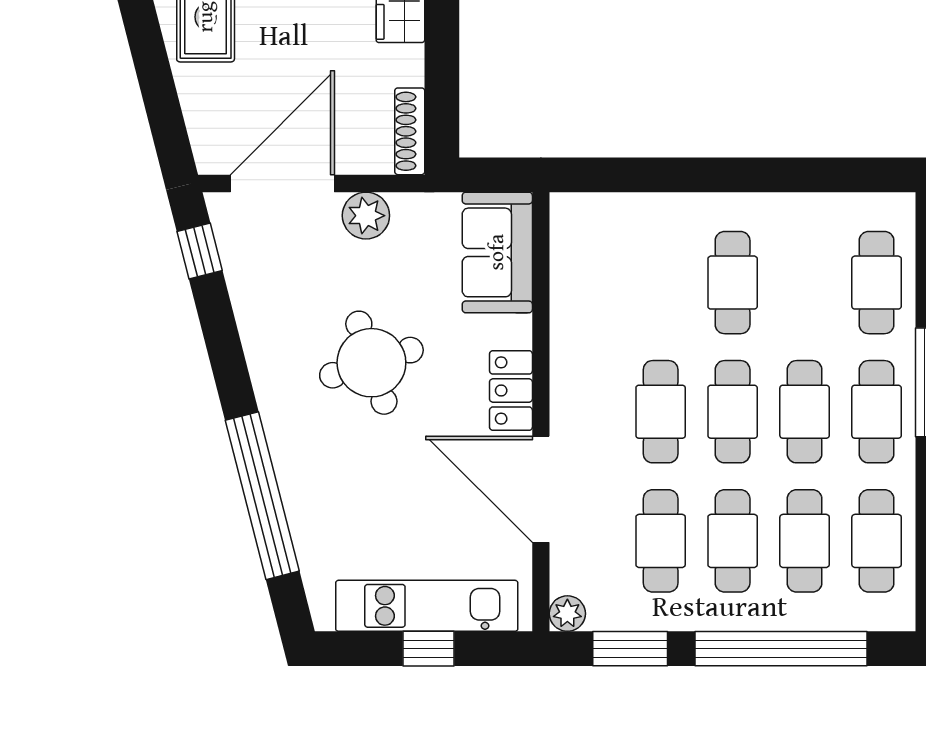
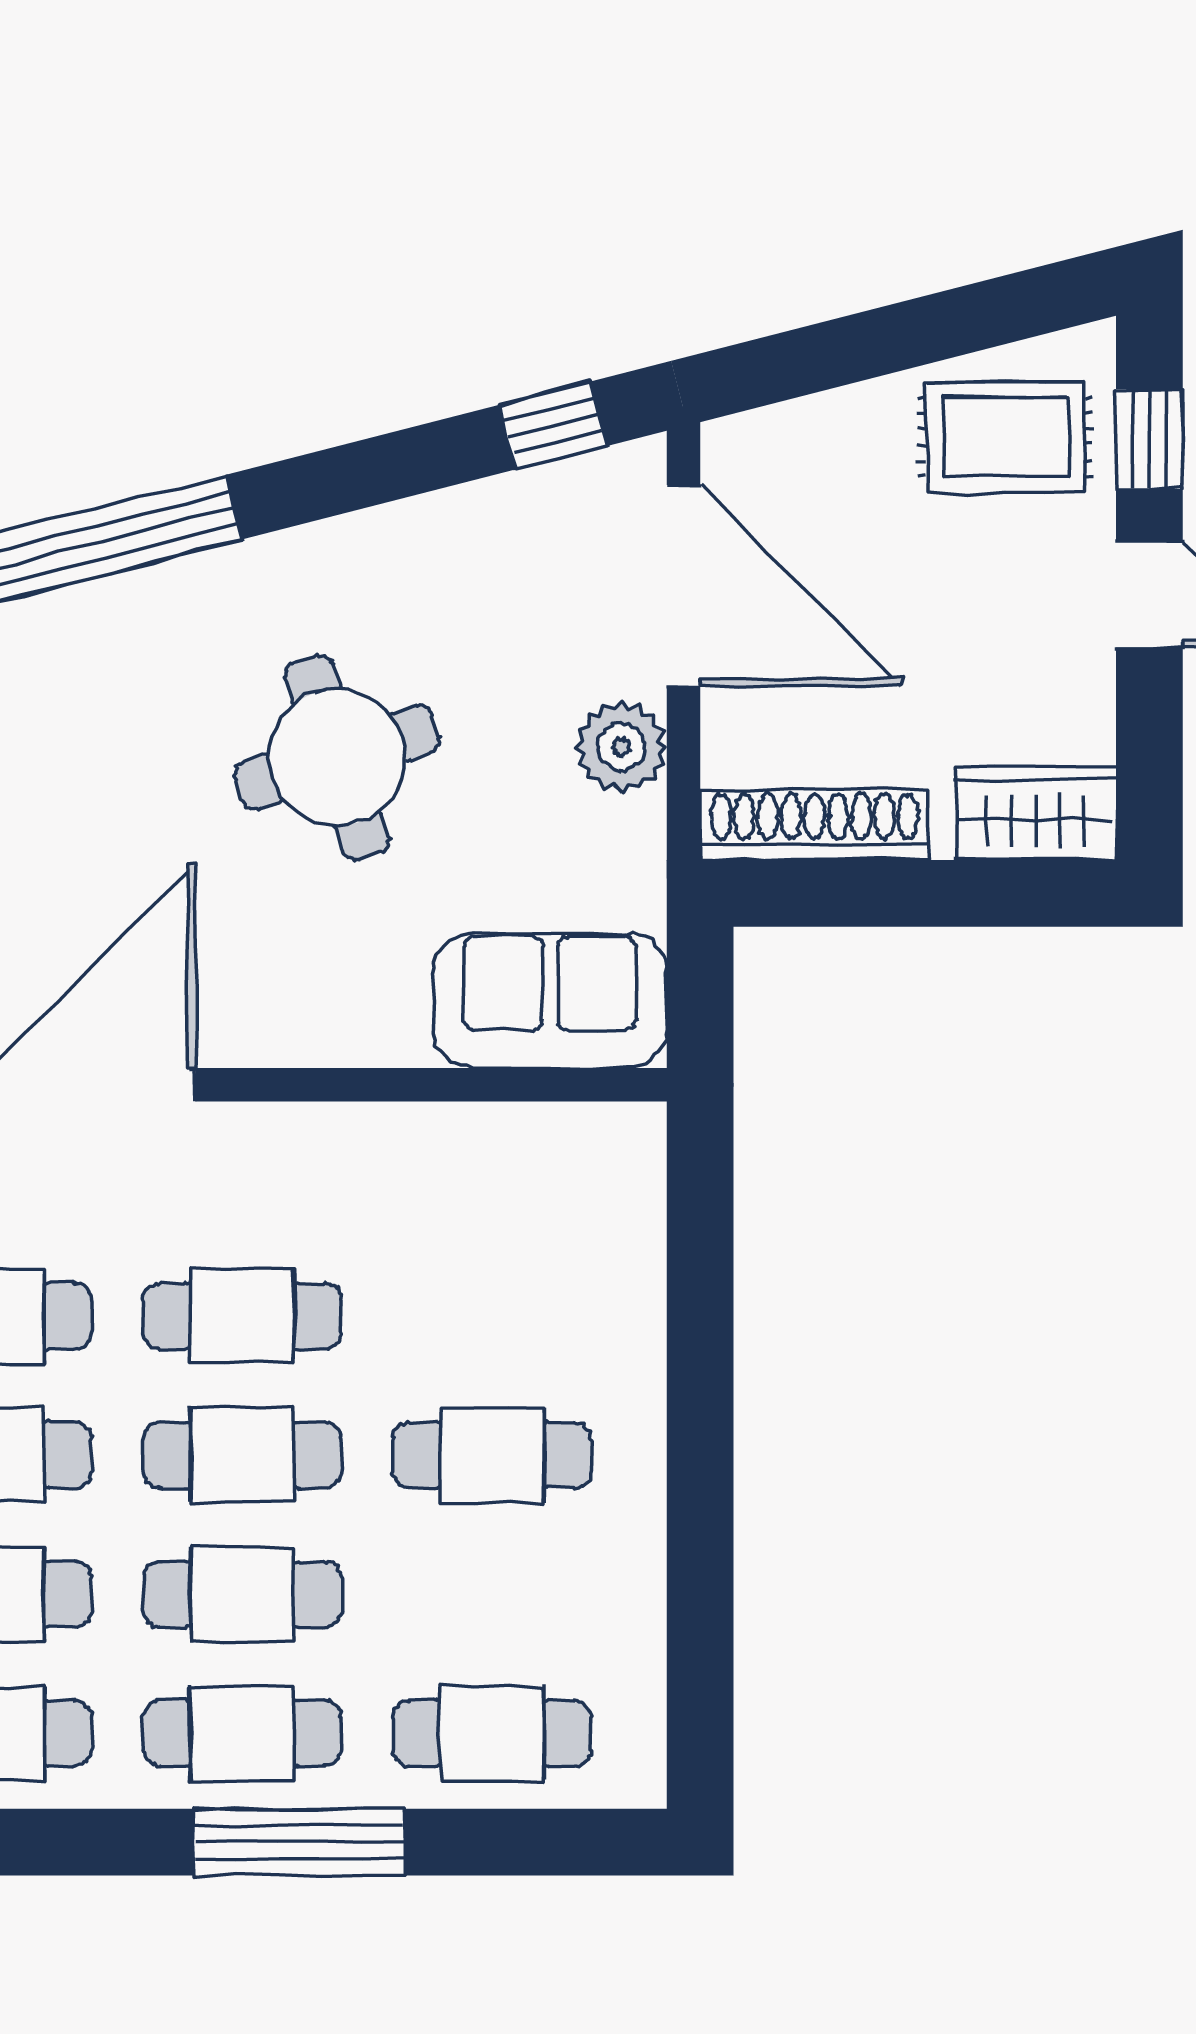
shoe rack: (410, 131) -> (814, 825), width x1.36, depth x1.24
locker: (511, 391) -> (283, 1027), removed

